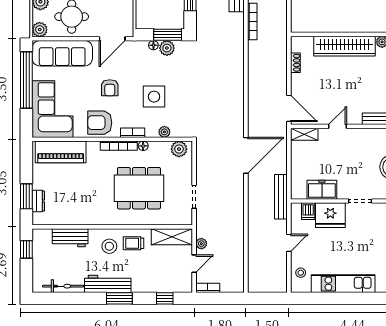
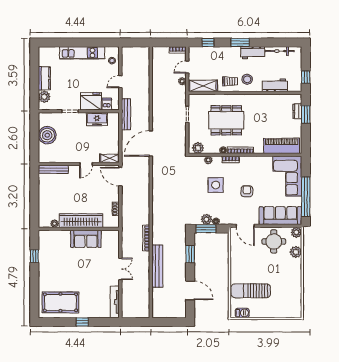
sofa: (338, 20) -> (86, 239), added
door: (112, 39) -> (245, 226), swing flipped
armchair: (100, 123) -> (254, 167), removed
workbench: (108, 284) -> (253, 53), width x0.73

